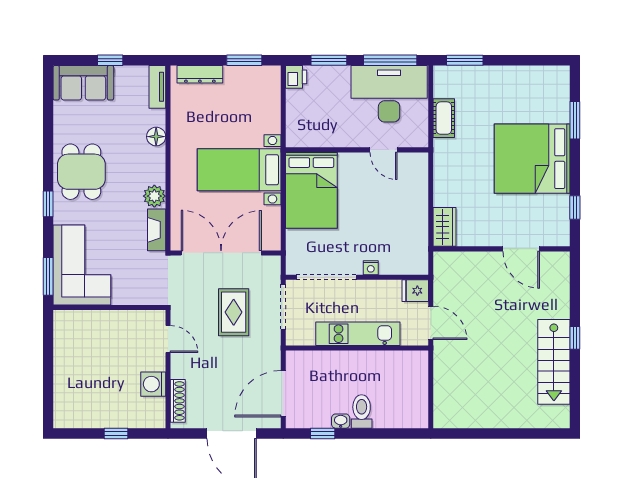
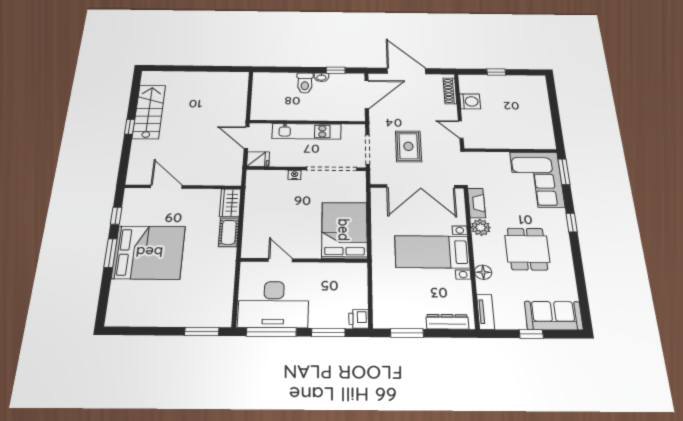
cot: (444, 118) -> (229, 232), moved
window: (575, 120) -> (110, 253), moved
bed with nightstands: (239, 170) -> (432, 252), moved, turned 180
dining table: (81, 172) -> (527, 249), moved

